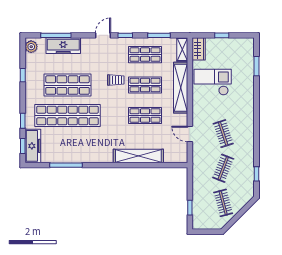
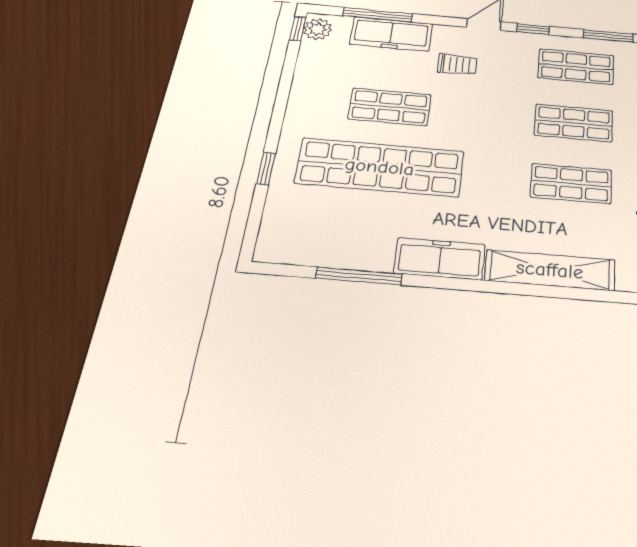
window: (23, 75) -> (298, 29), moved
trolley: (116, 80) -> (457, 64), moved
shop shelf: (67, 85) -> (390, 107), width x0.70, depth x0.74
window: (23, 146) -> (254, 223), removed
freezer: (33, 146) -> (440, 259), moved, turned -90

